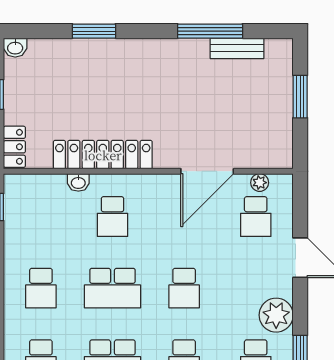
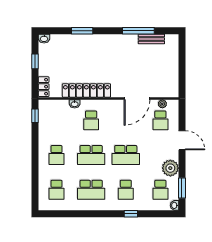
window: (300, 97) -> (182, 62), removed
school desk: (184, 288) -> (126, 155), width x1.85

